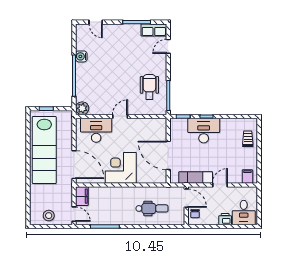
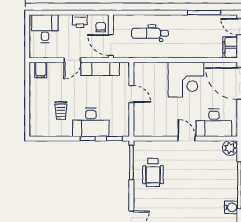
door: (120, 116) -> (187, 139), swing flipped
trolley: (248, 139) -> (61, 111), moved
door: (168, 155) -> (131, 94), width x0.53
printer: (225, 219) -> (80, 21), moved

